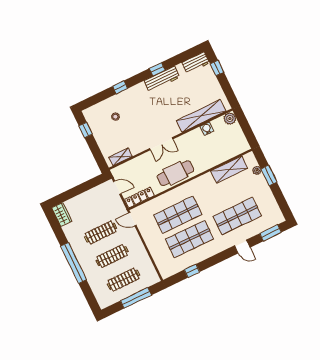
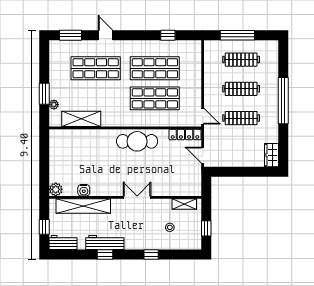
shelving: (201, 116) -> (83, 206), moved
plant: (230, 118) -> (56, 189), moved
water cooler: (207, 129) -> (84, 190), moved
wall: (171, 139) -> (125, 197), moved
double door: (161, 144) -> (137, 197), moved
shelving: (121, 157) -> (184, 204), moved

